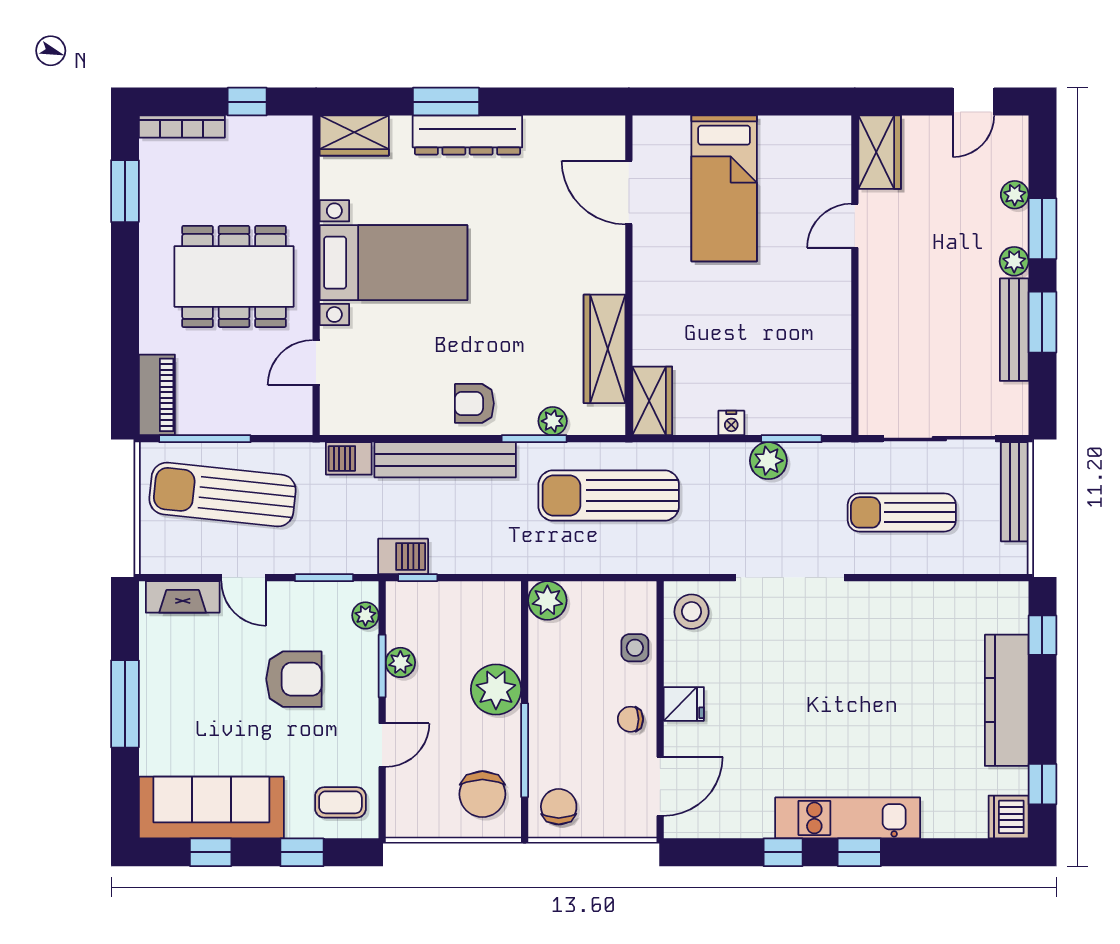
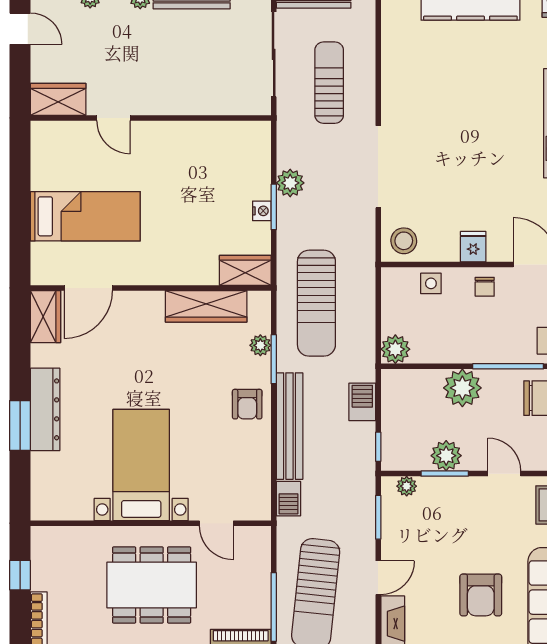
wardrobe: (354, 136) -> (46, 317), moved
dining table: (234, 276) -> (152, 585), turned 90
window: (791, 439) -> (274, 207), moved
sun lounger: (902, 512) -> (329, 83), turned 180
barbecue: (403, 556) -> (362, 402), moved
plant: (400, 662) -> (446, 456), width x1.38, depth x1.38
armchair: (294, 679) -> (481, 595), moved, turned 180

